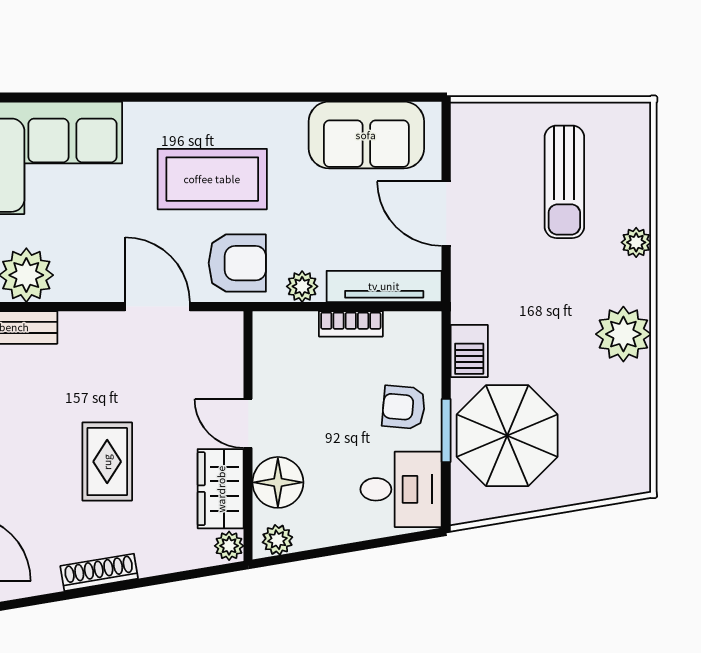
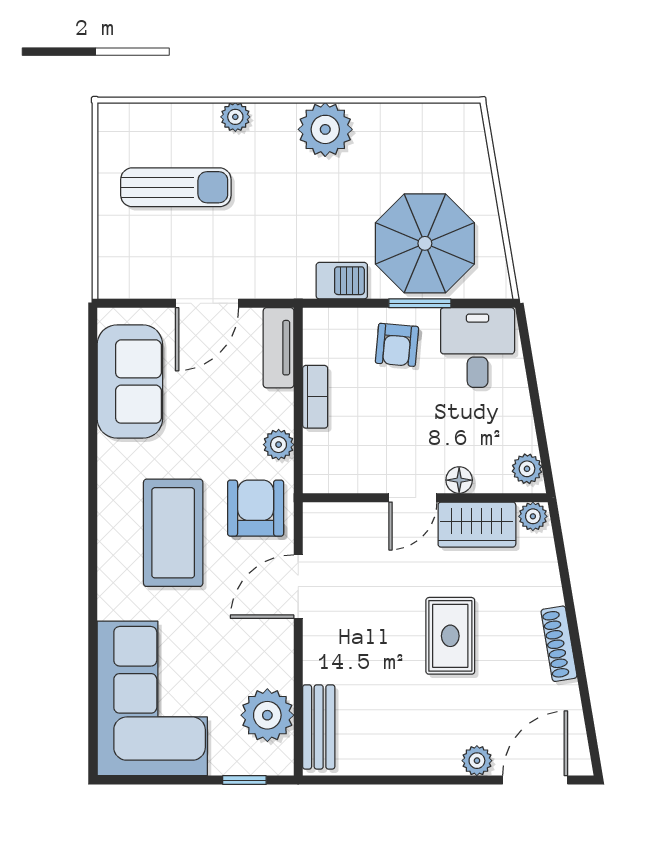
tv unit: (384, 286) -> (279, 348), width x0.71
rug: (107, 462) -> (450, 636), turned 90
floor lamp: (278, 482) -> (459, 480), width x0.53, depth x0.53

